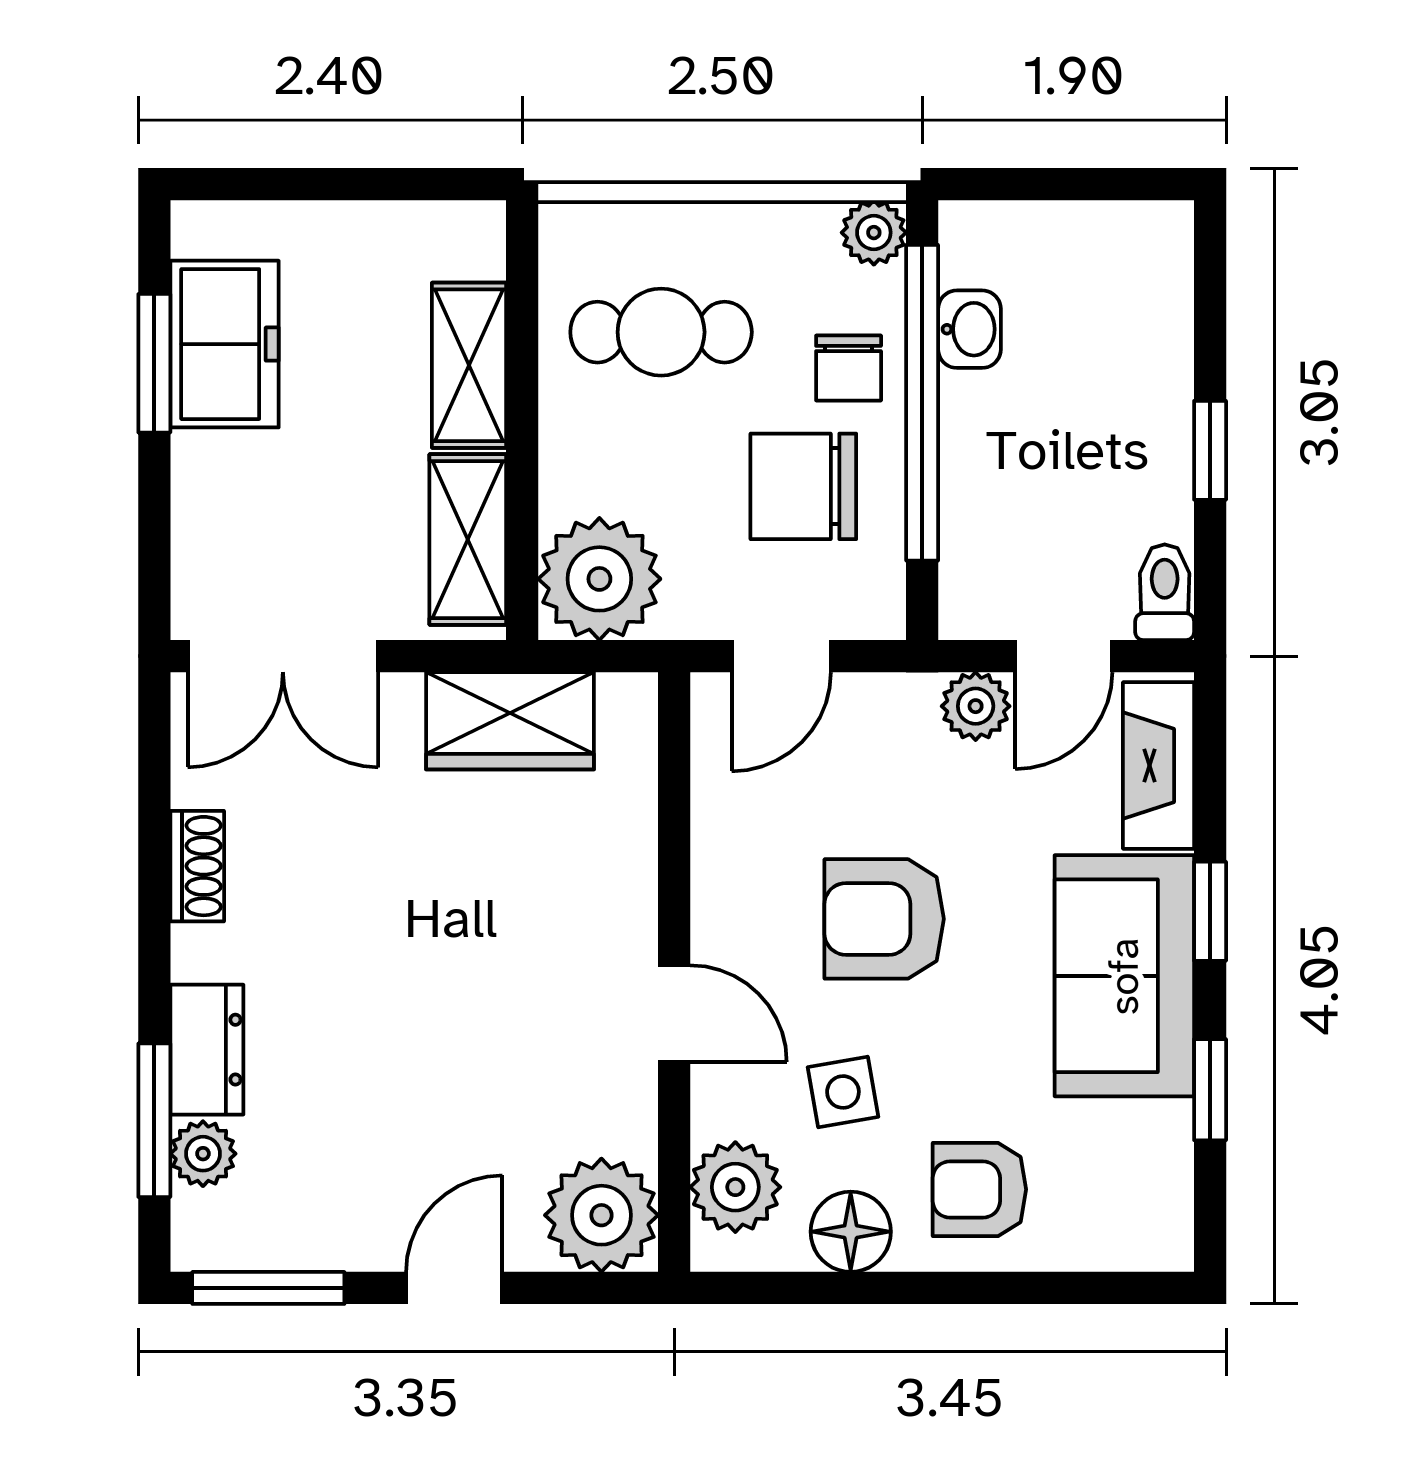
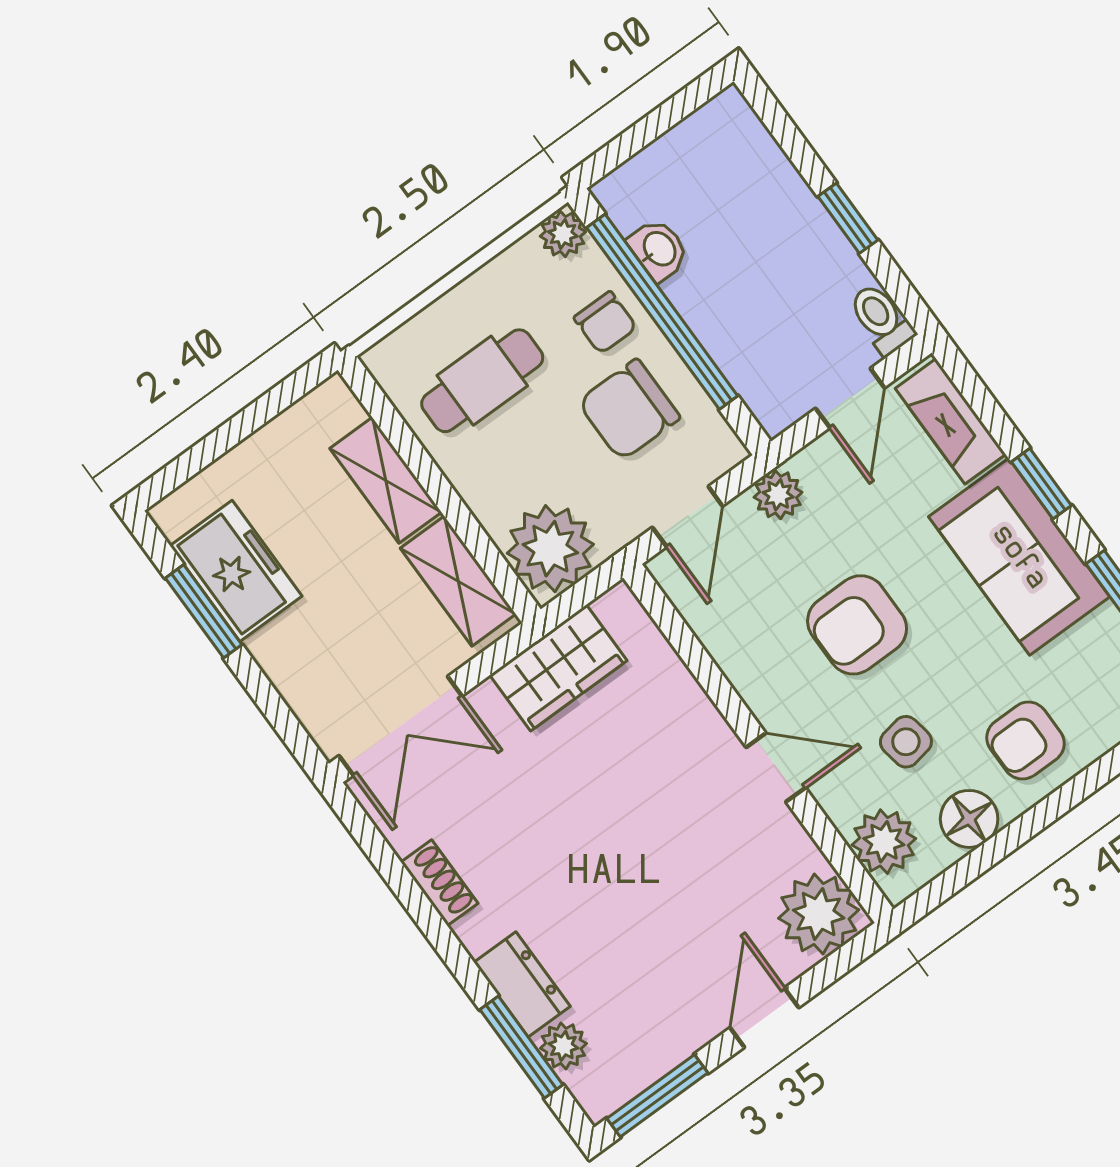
plant: (976, 706) -> (778, 495), moved

